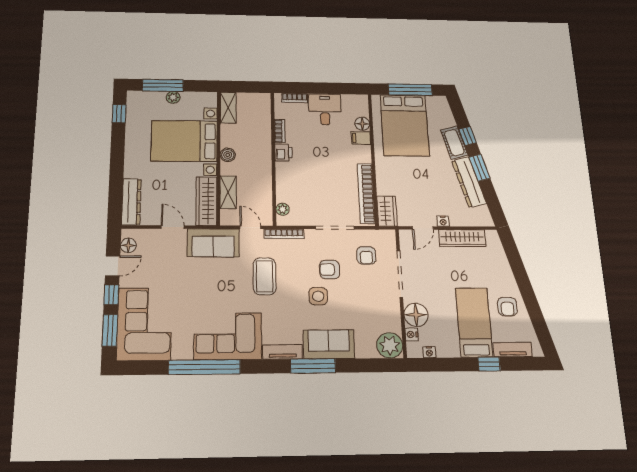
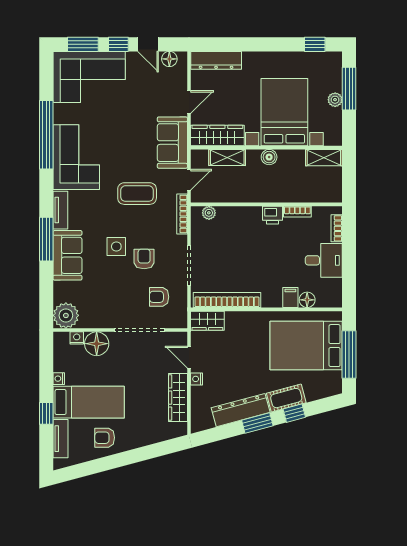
nightstand: (429, 352) -> (59, 379), moved

